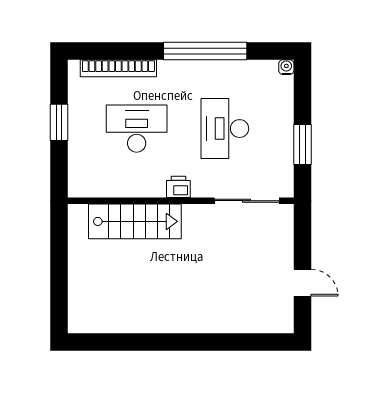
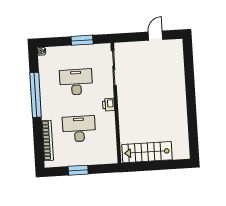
desk: (137, 129) -> (79, 129), turned 90
desk: (225, 129) -> (76, 82), turned 180
stairs: (135, 221) -> (147, 152), moved, turned -90

